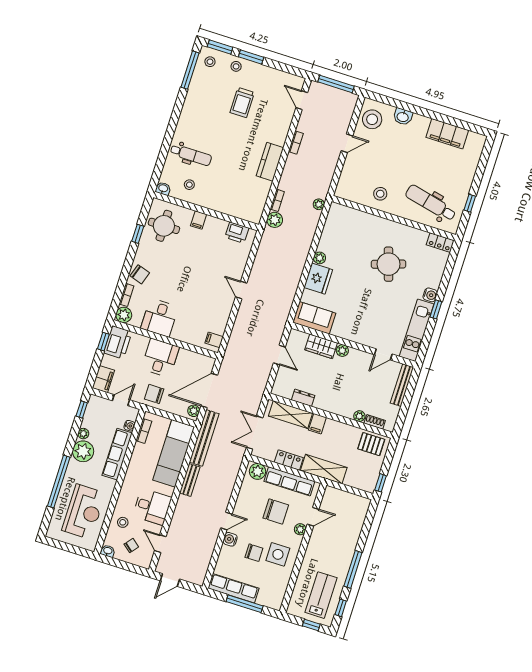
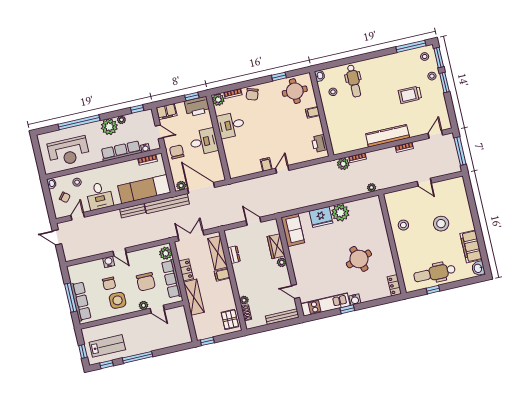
washbasin: (403, 117) -> (478, 268), moved
stool: (372, 119) -> (441, 224), moved
kitchen counter: (270, 162) -> (388, 136), width x1.50
dental chair: (431, 203) -> (435, 273), moved, turned -103
plant: (320, 258) -> (340, 213), width x1.88, depth x1.88
filing cabinet: (214, 340) -> (266, 164), moved
door: (279, 355) -> (253, 221), swing flipped
row of seats: (234, 588) -> (81, 301), moved

